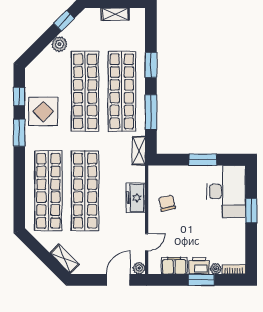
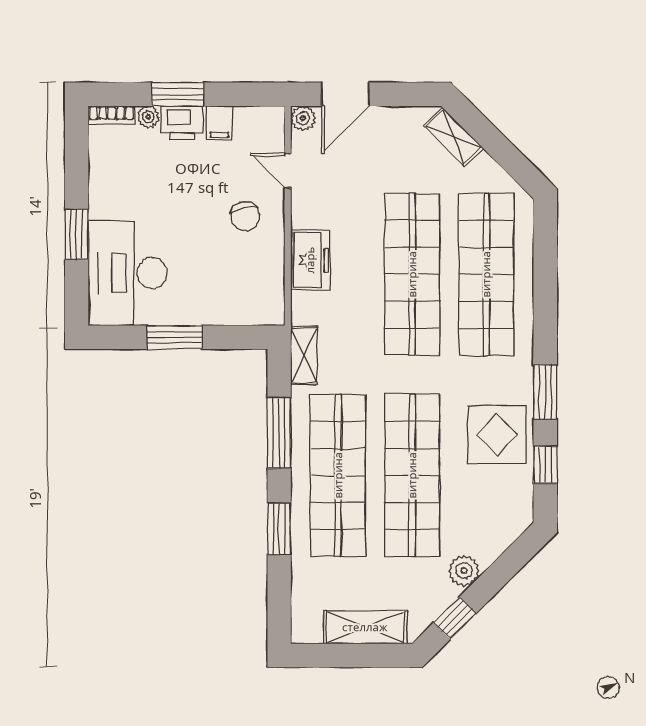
shelving: (115, 14) -> (365, 627), width x1.50, depth x1.33
chair: (167, 203) -> (245, 216), moved
door: (147, 242) -> (288, 171), hinge flipped
filing cabinet: (174, 266) -> (219, 123), width x0.50

